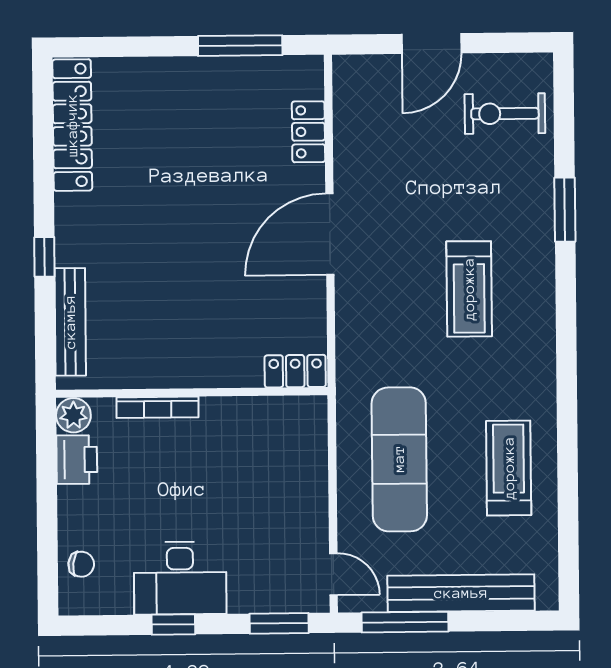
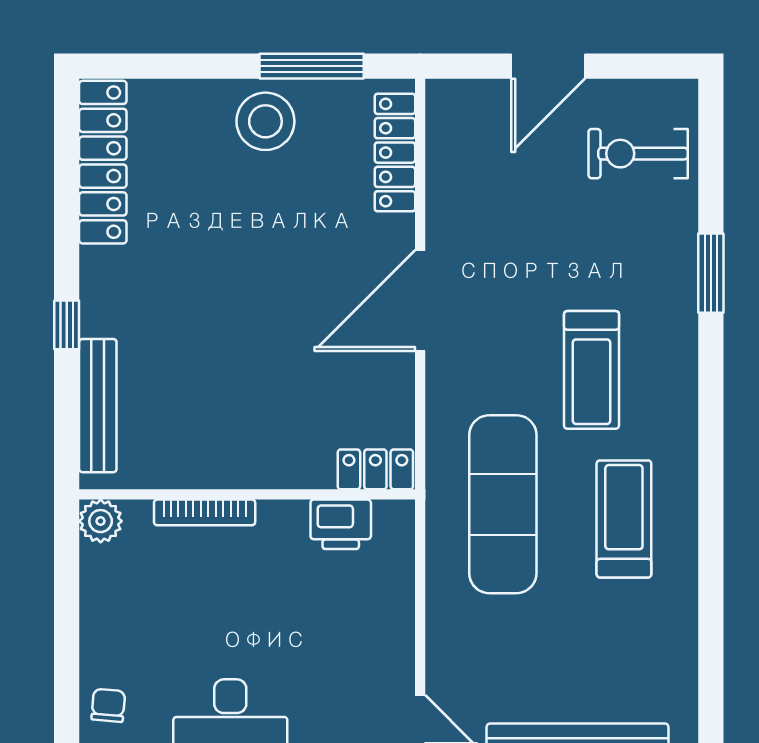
stool: (203, 91) -> (265, 121), added
locker: (308, 132) -> (395, 153), width x1.53
exercise mat: (399, 459) -> (503, 504), moved
printer: (77, 460) -> (341, 524), moved, turned 90
treadmill: (509, 468) -> (624, 519), moved
chair: (81, 564) -> (108, 705), turned -92

